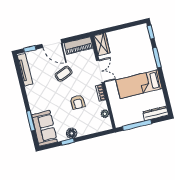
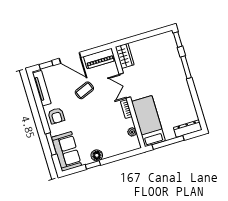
double door: (100, 71) -> (125, 86), swing flipped
bed: (139, 84) -> (148, 121), moved, turned 90
armchair: (78, 102) -> (56, 116), moved

